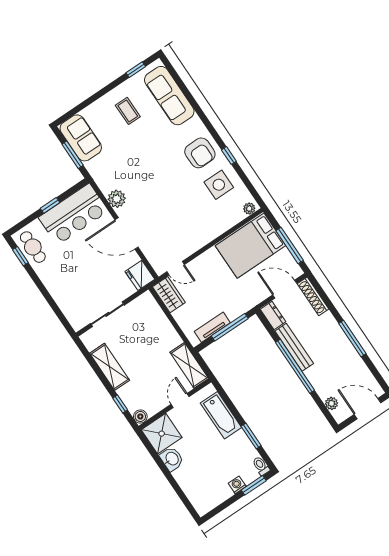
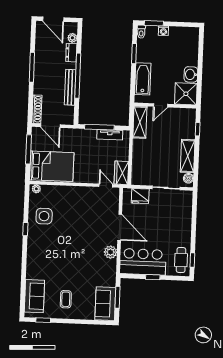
sofa: (169, 96) -> (34, 296), width x0.73
armchair: (200, 153) -> (41, 243), removed
fridge: (140, 275) -> (140, 196), moved, turned 90
dresser: (273, 315) -> (71, 53), moved
boiler: (140, 416) -> (188, 178), moved

